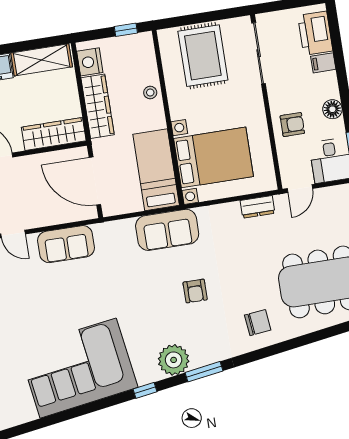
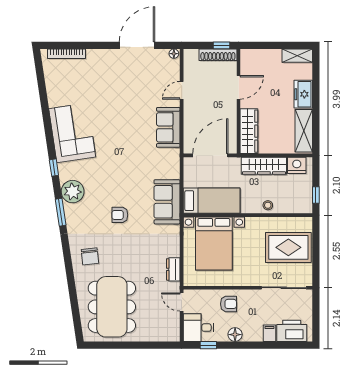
armchair: (292, 125) -> (229, 304), turned -90
corner sofa: (78, 368) -> (72, 133), width x0.73, depth x0.74

